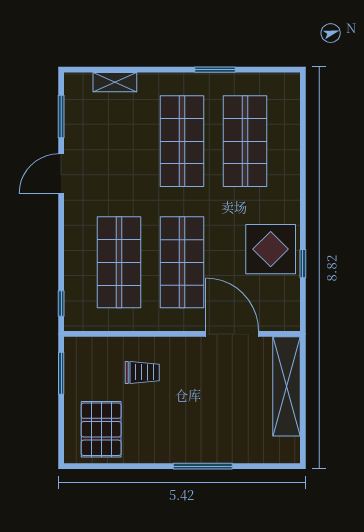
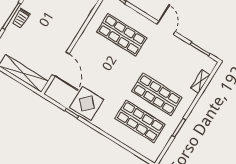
door: (61, 174) -> (166, 28), moved
shop shelf: (182, 262) -> (105, 62), removed
door: (232, 334) -> (61, 64), hinge flipped
trolley: (142, 372) -> (21, 18), moved

